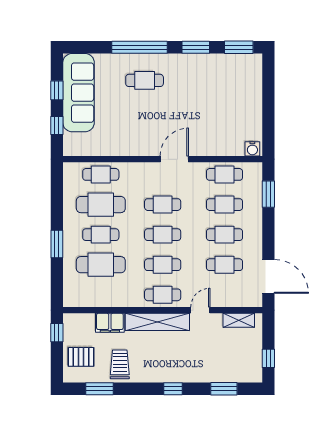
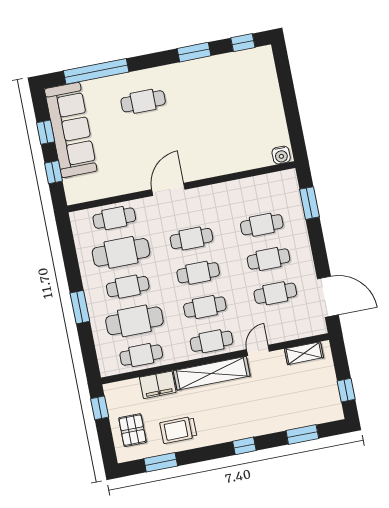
window: (139, 47) -> (96, 71), moved
window: (239, 47) -> (243, 43), width x0.67
door: (174, 159) -> (168, 189), moved
cafe table: (225, 174) -> (141, 355), moved
pallet: (81, 357) -> (133, 430), turned 90
trolley: (120, 364) -> (178, 430), turned -90

